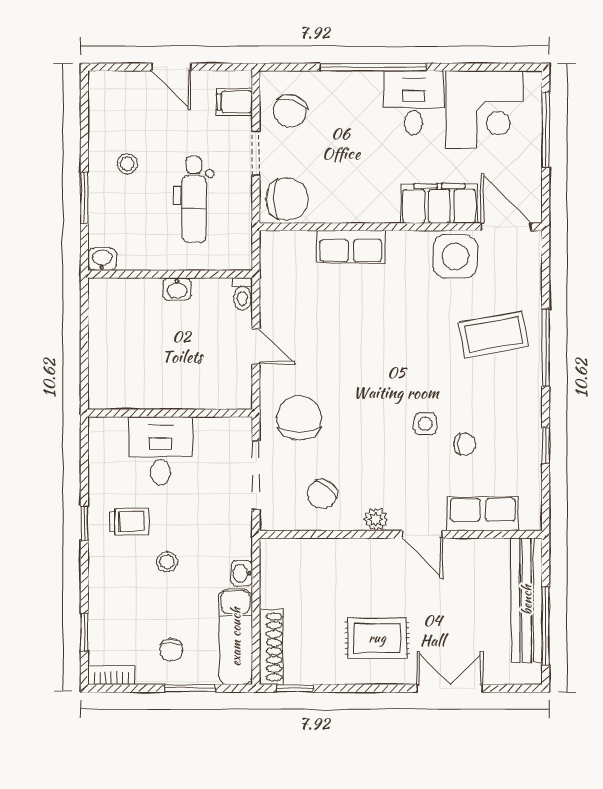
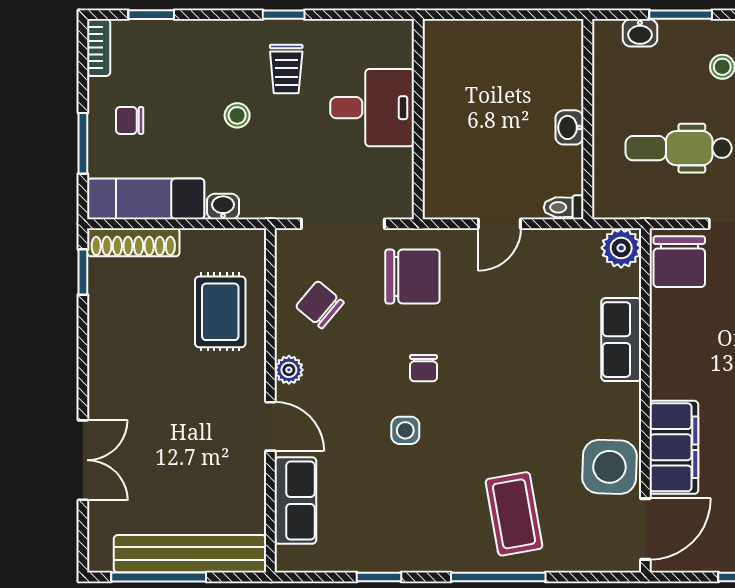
plant: (276, 247) -> (621, 248), added
washbasin: (102, 259) -> (640, 33), moved, turned 90
chair: (465, 444) -> (424, 368), moved
door: (422, 534) -> (270, 426), swing flipped
rug: (377, 638) -> (220, 312), moved

